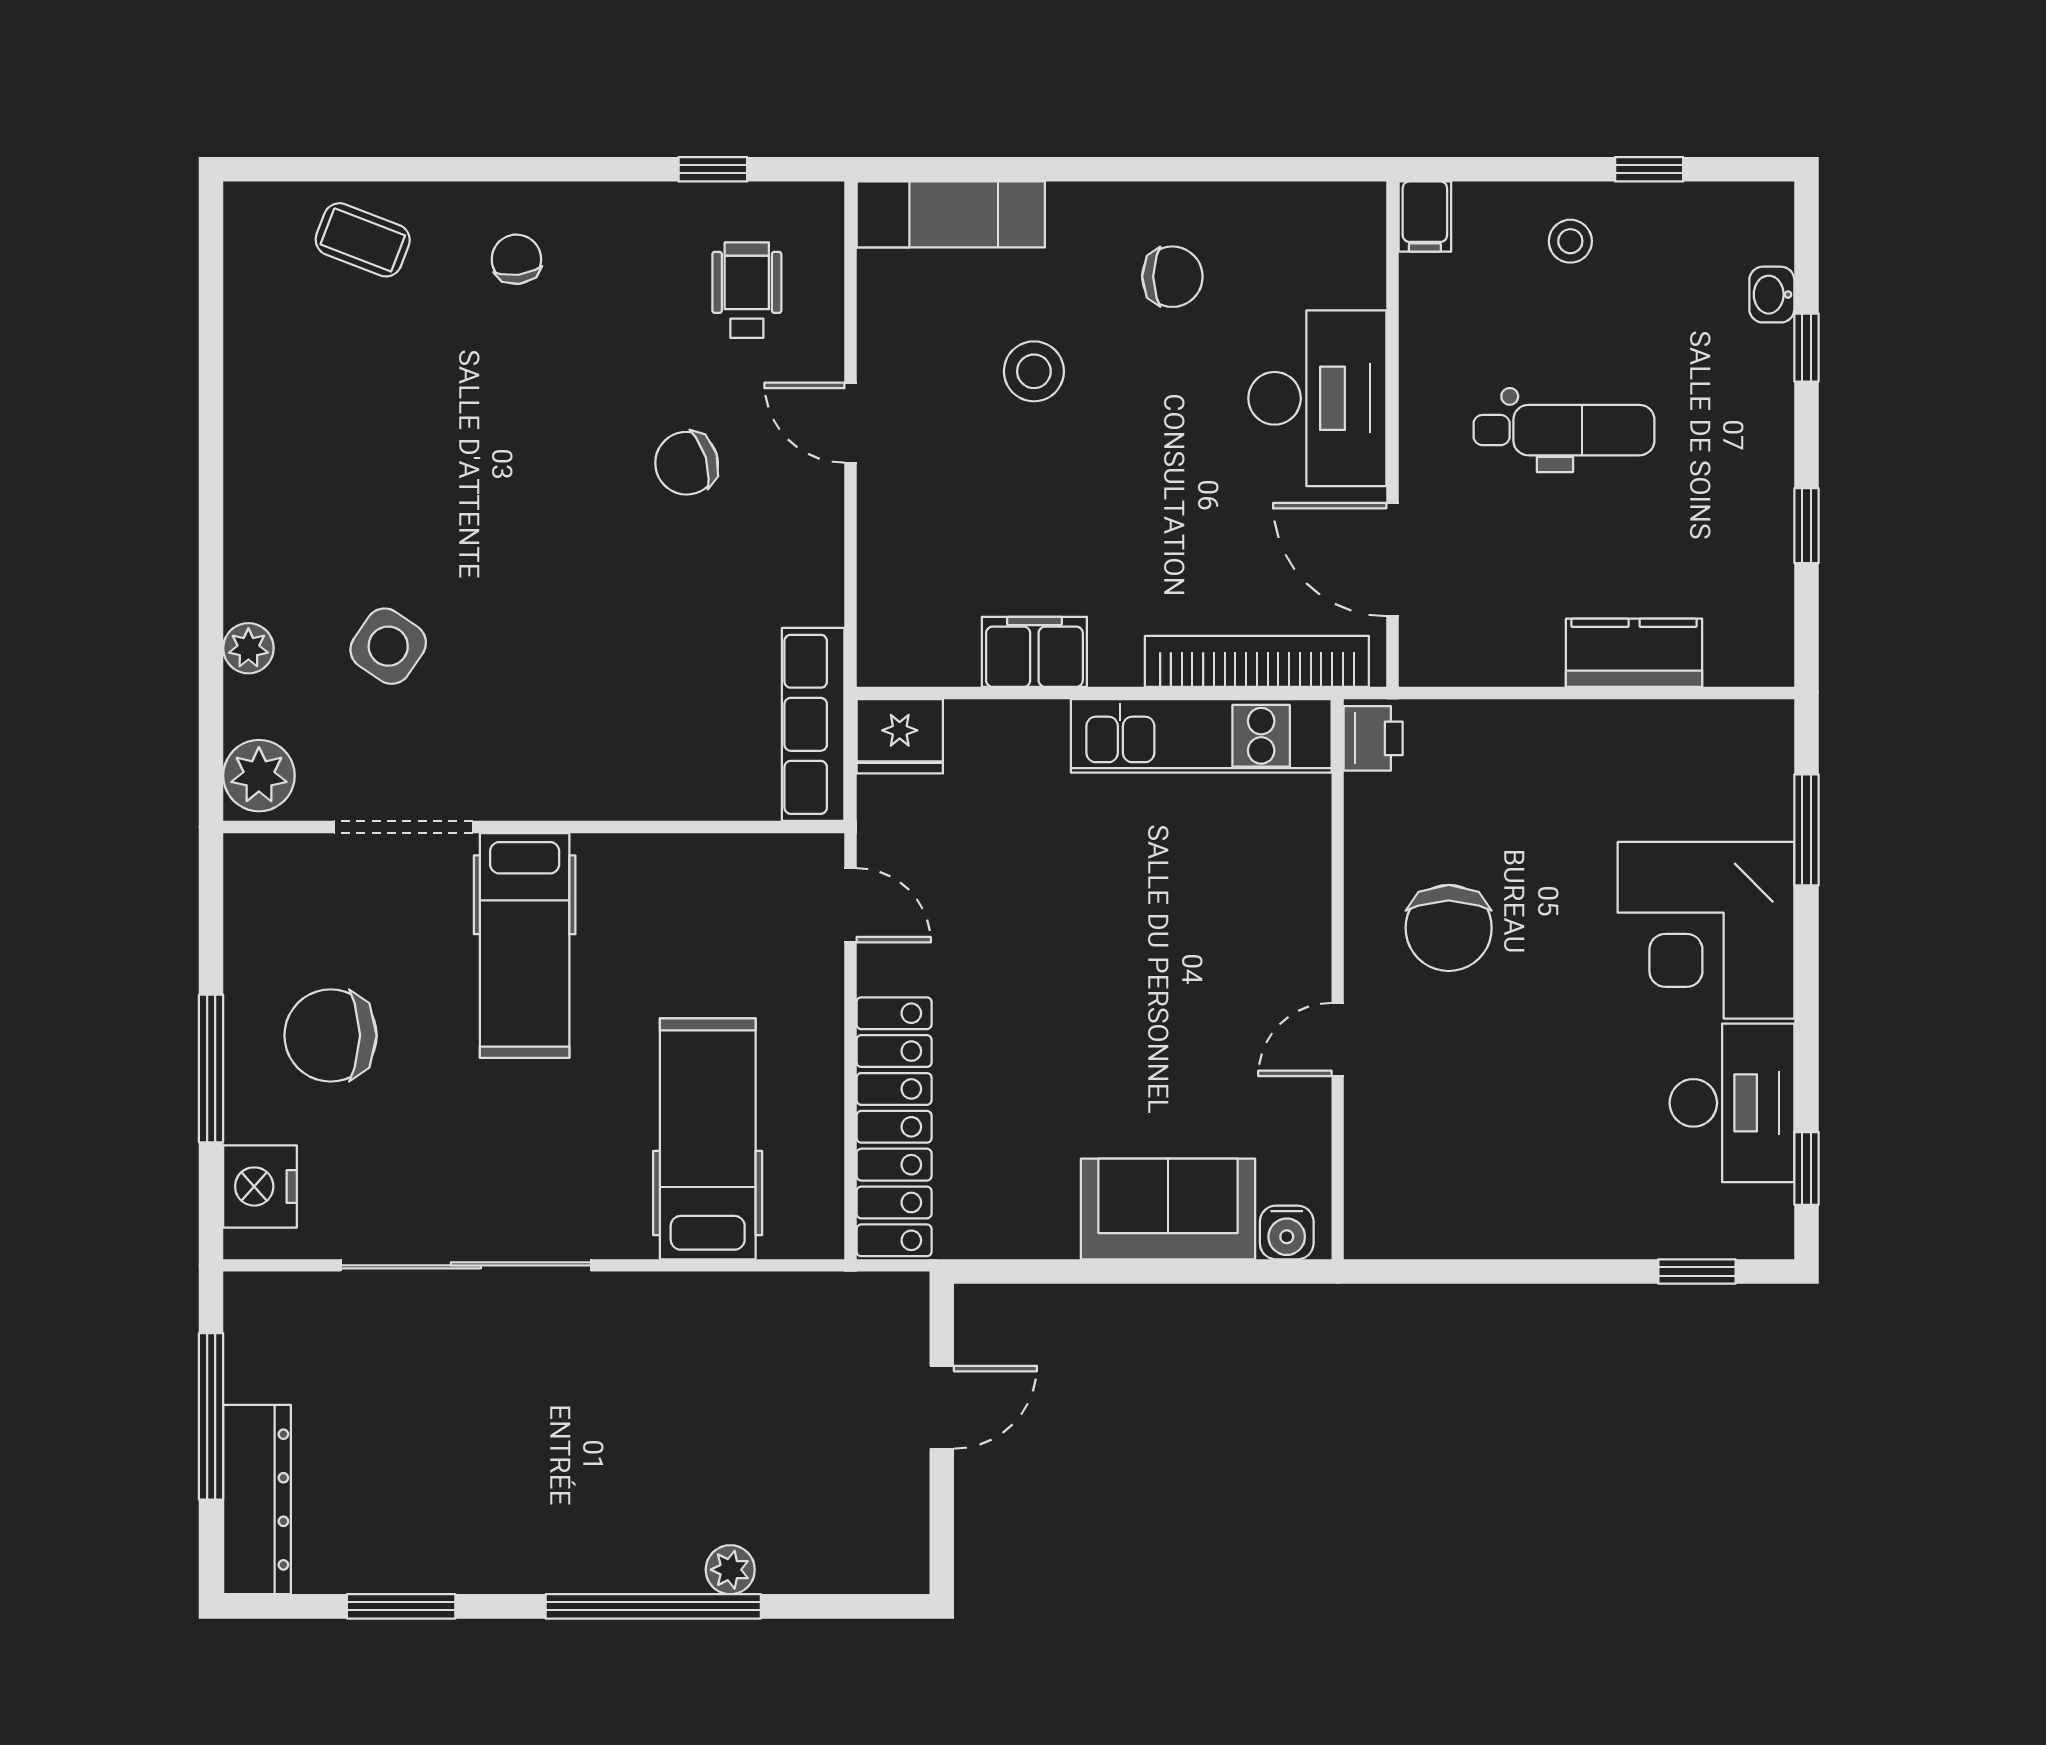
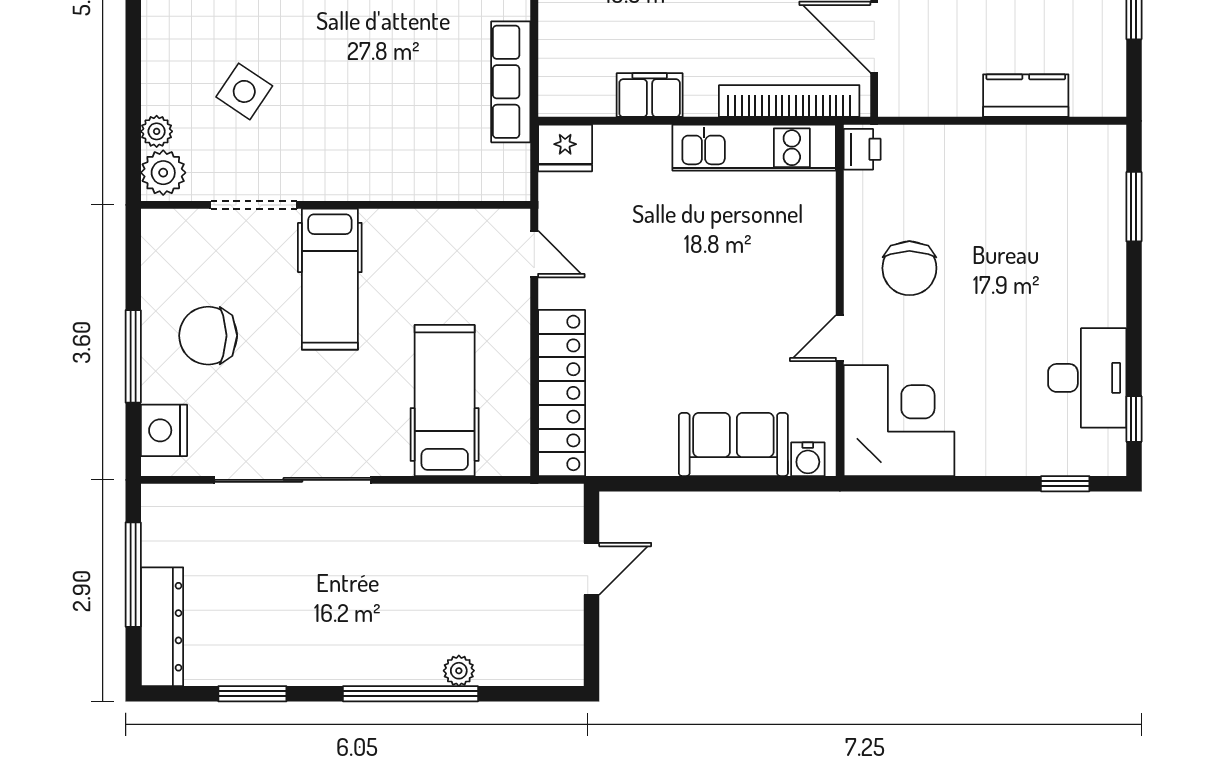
plant: (248, 648) -> (157, 131), moved
row of seats: (813, 724) -> (511, 82), moved
corner desk: (1706, 930) -> (899, 421), moved, turned 180

